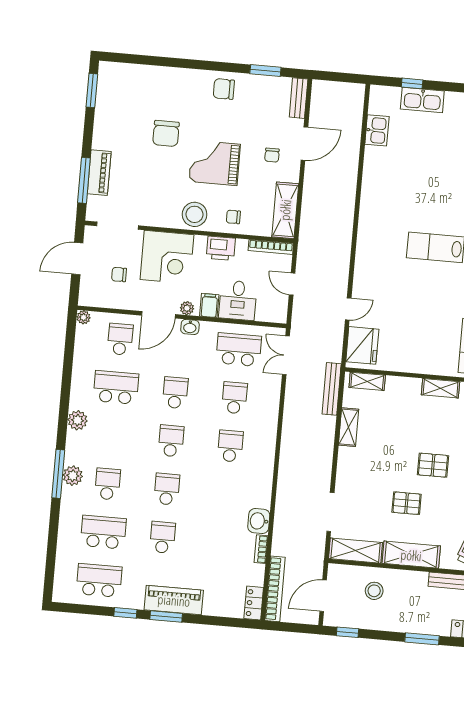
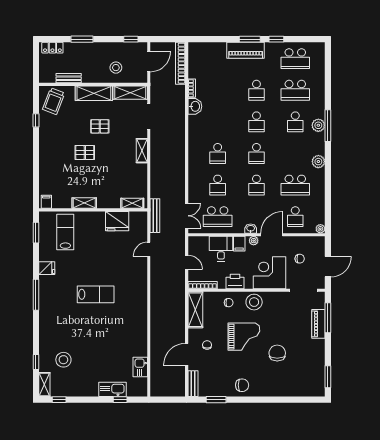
fridge: (362, 345) -> (117, 221), moved, turned -90
bench: (332, 389) -> (155, 216), moved
shelving: (349, 427) -> (142, 151), moved
locker: (254, 603) -> (193, 53), removed

